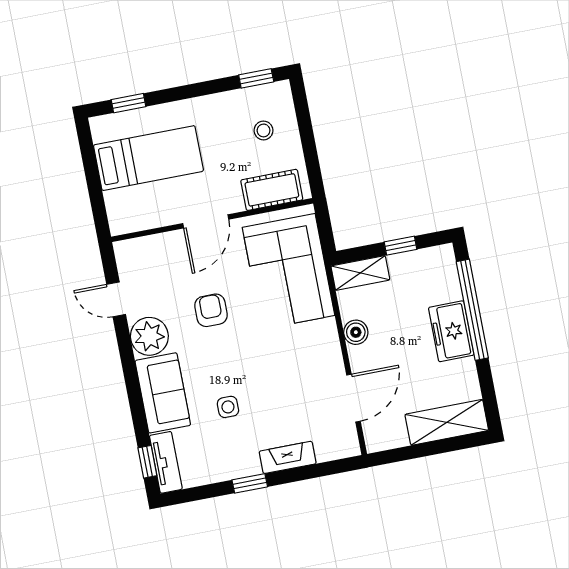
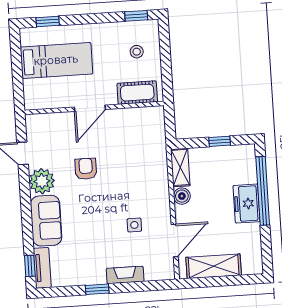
corner sofa: (288, 271) -> (142, 149), removed
shelving: (360, 273) -> (180, 167), moved, turned 90
side table: (228, 407) -> (134, 225), moved
shelving: (447, 422) -> (214, 266), moved

